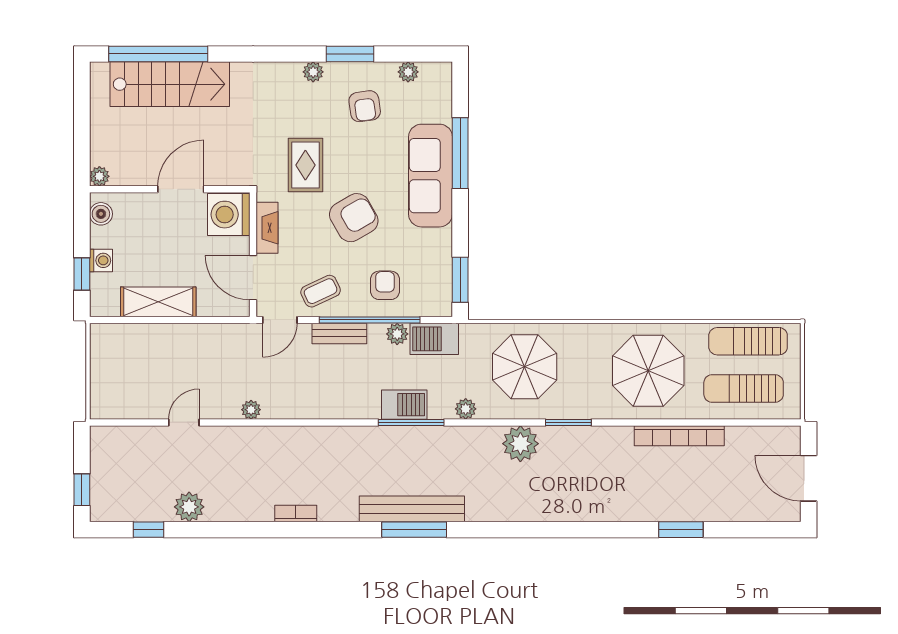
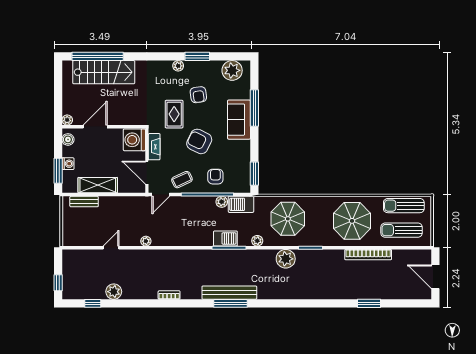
plant: (408, 72) -> (232, 70), width x1.88, depth x1.88
armchair: (365, 106) -> (198, 95), moved
sofa: (430, 176) -> (239, 120), width x0.73
door: (181, 189) -> (95, 127), moved
armchair: (354, 218) -> (199, 141), turned -124
window: (82, 274) -> (58, 171), width x1.50
bench: (339, 333) -> (84, 202), moved

